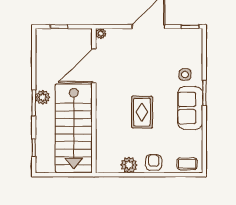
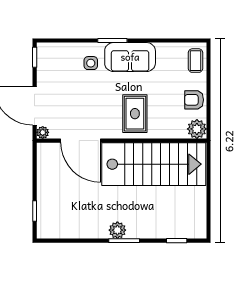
plant: (101, 34) -> (43, 132), moved
door: (94, 66) -> (81, 141), moved
wall: (94, 101) -> (122, 141), moved
rug: (142, 112) -> (135, 114), turned 90
stairs: (74, 128) -> (154, 164), moved

